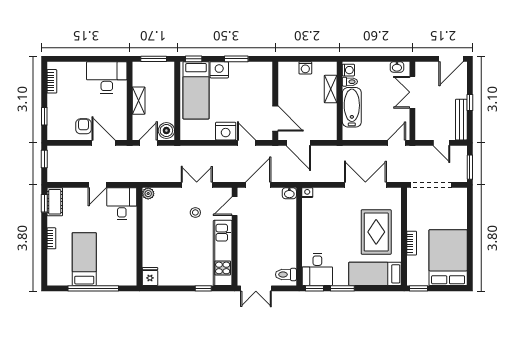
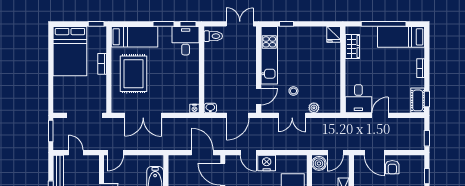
plant: (148, 194) -> (314, 108), moved
bed: (84, 259) -> (401, 37), moved, turned 90
wardrobe: (129, 263) -> (352, 47), added

